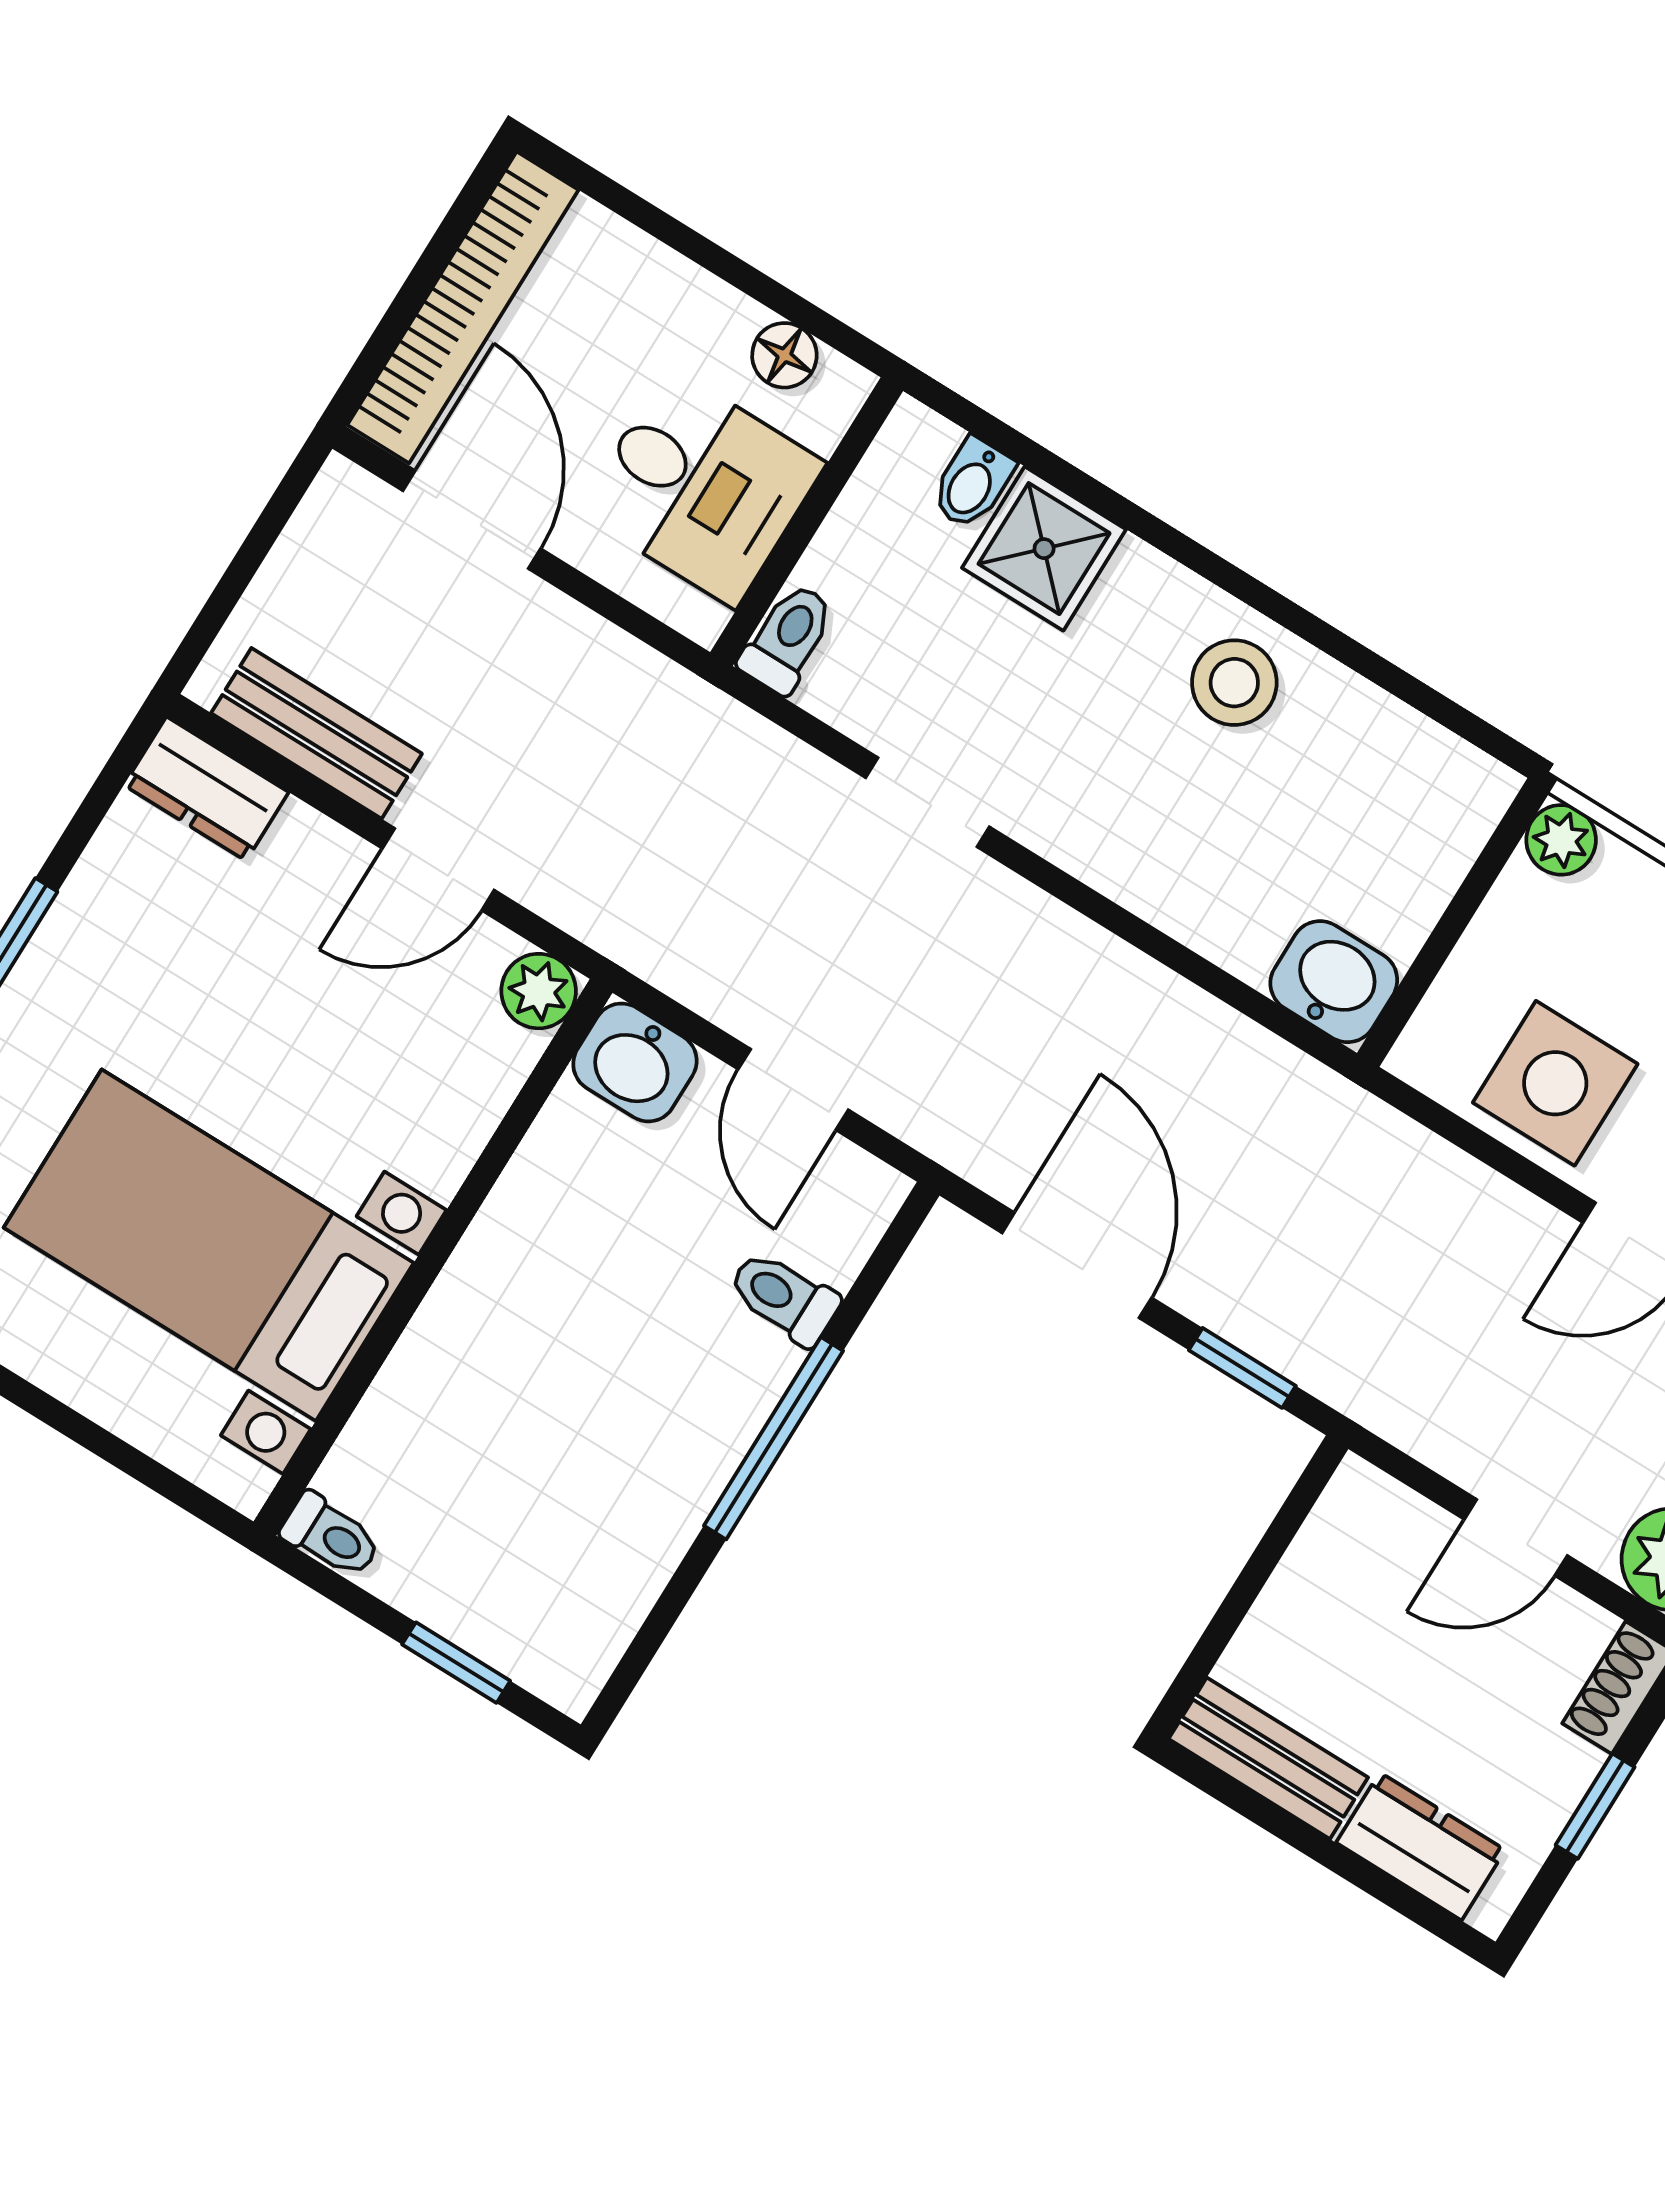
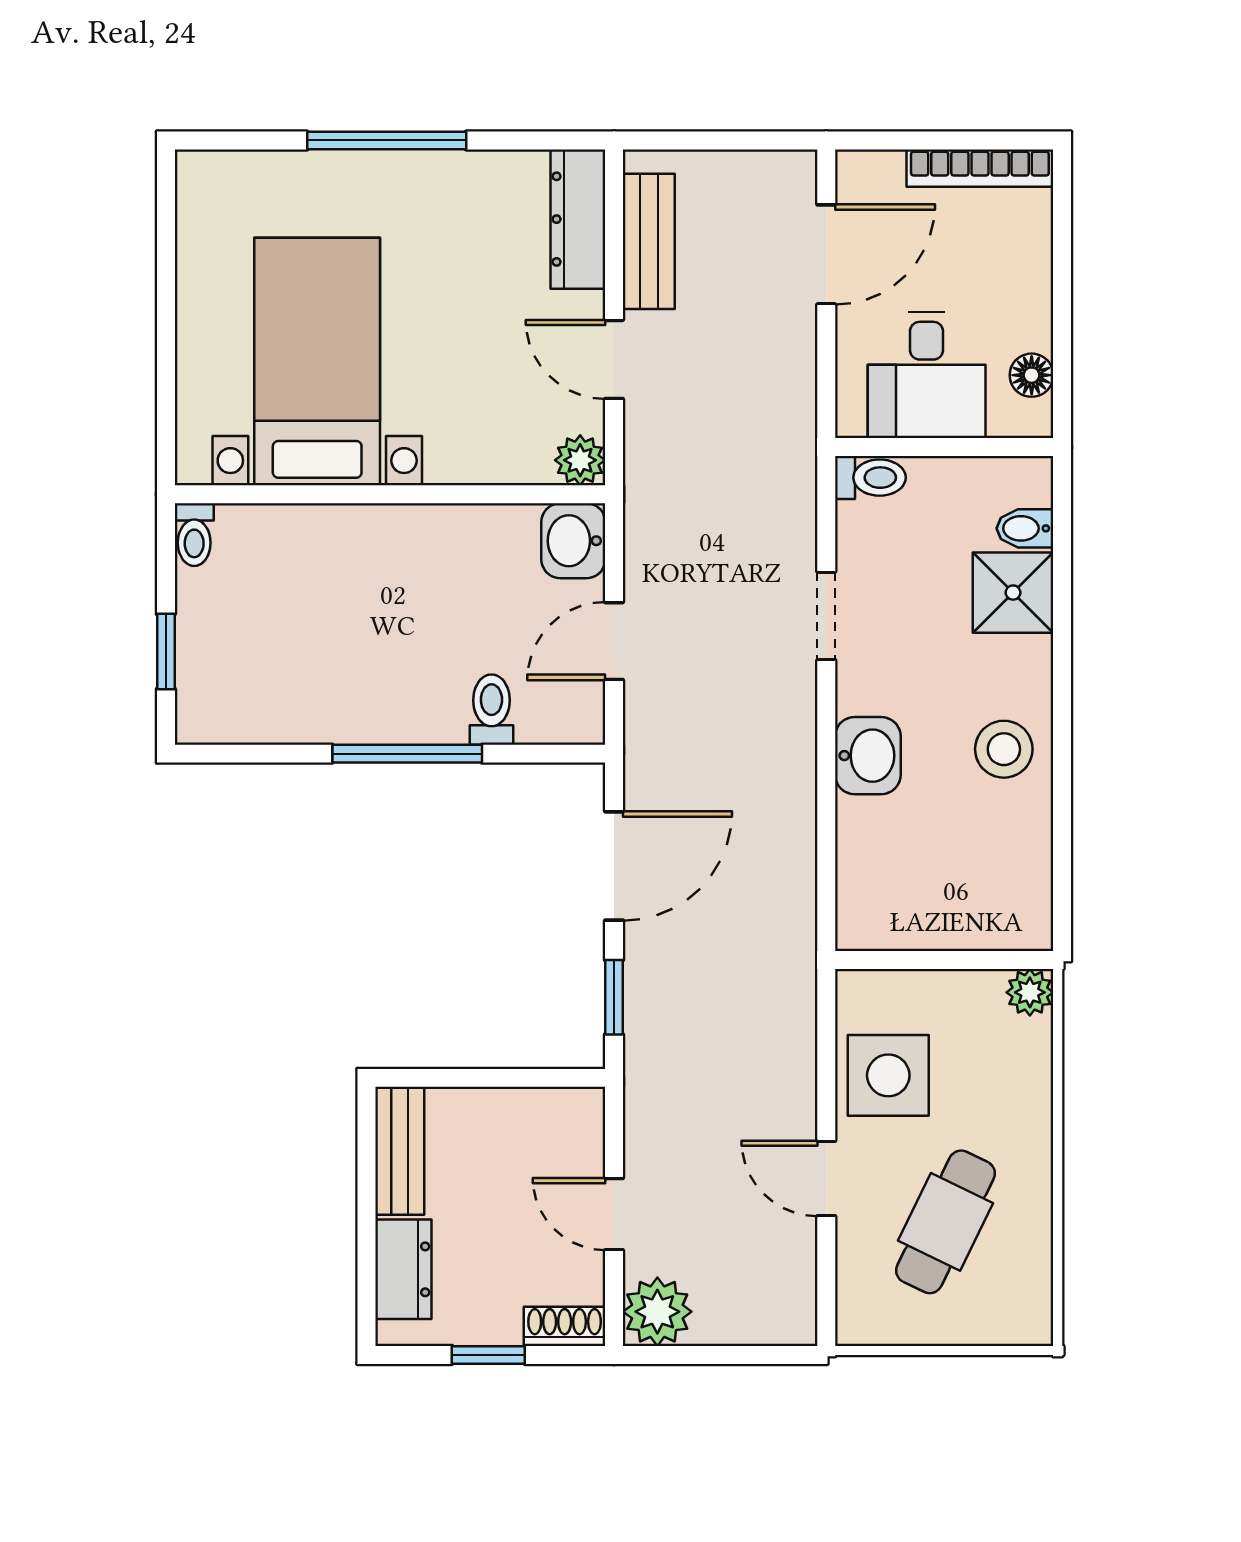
bookcase: (463, 307) -> (980, 168), width x0.68, depth x0.76
dresser: (206, 789) -> (578, 219), width x1.44
washbasin: (1334, 982) -> (868, 756), moved

